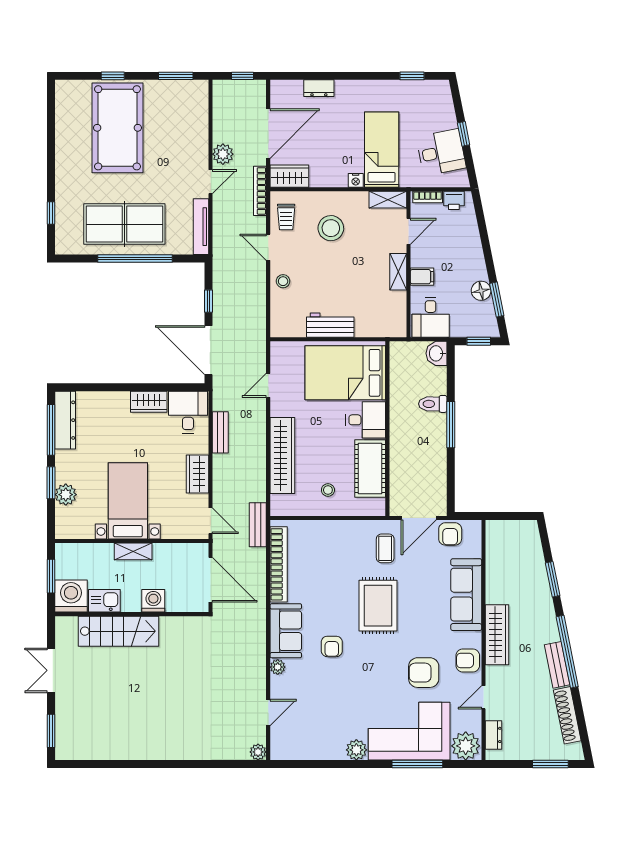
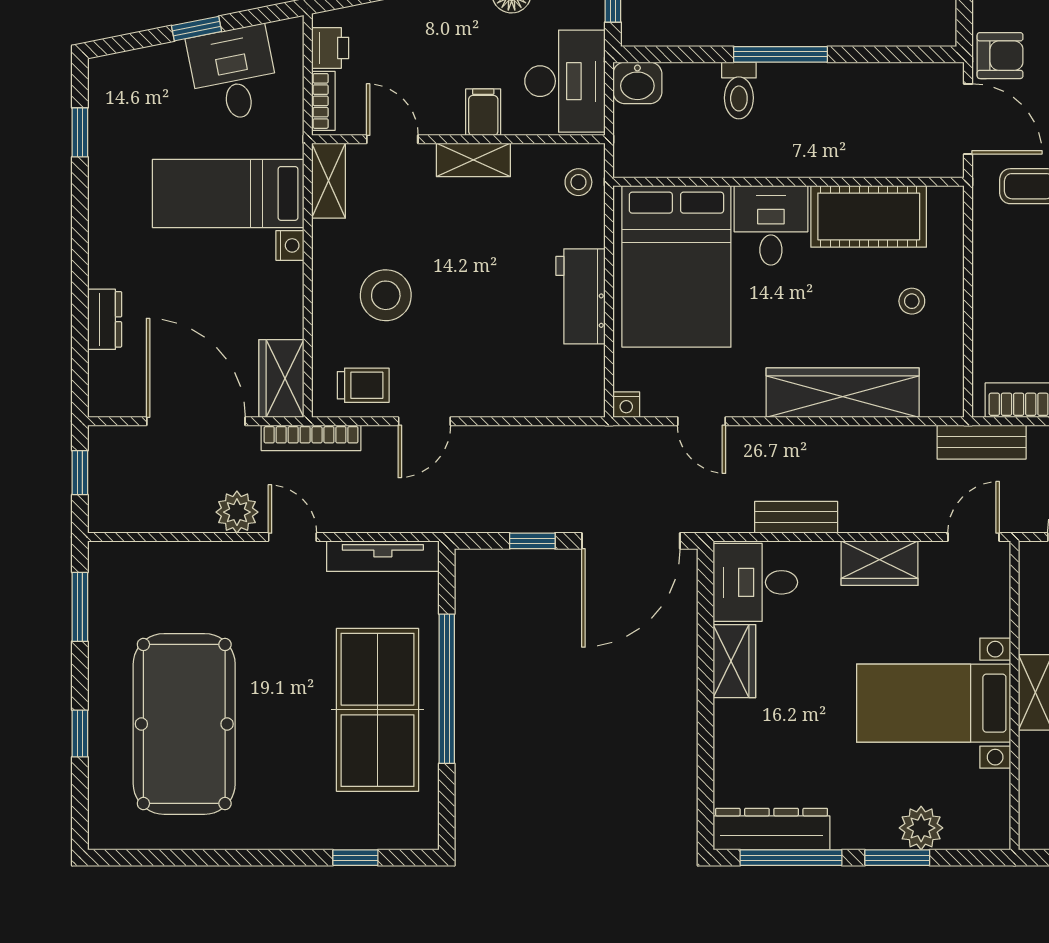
pool table: (117, 128) -> (184, 724), turned 90
stool: (283, 281) -> (578, 182), moved
desk: (431, 317) -> (565, 81), width x1.37
nightstand: (276, 348) -> (626, 405), added

